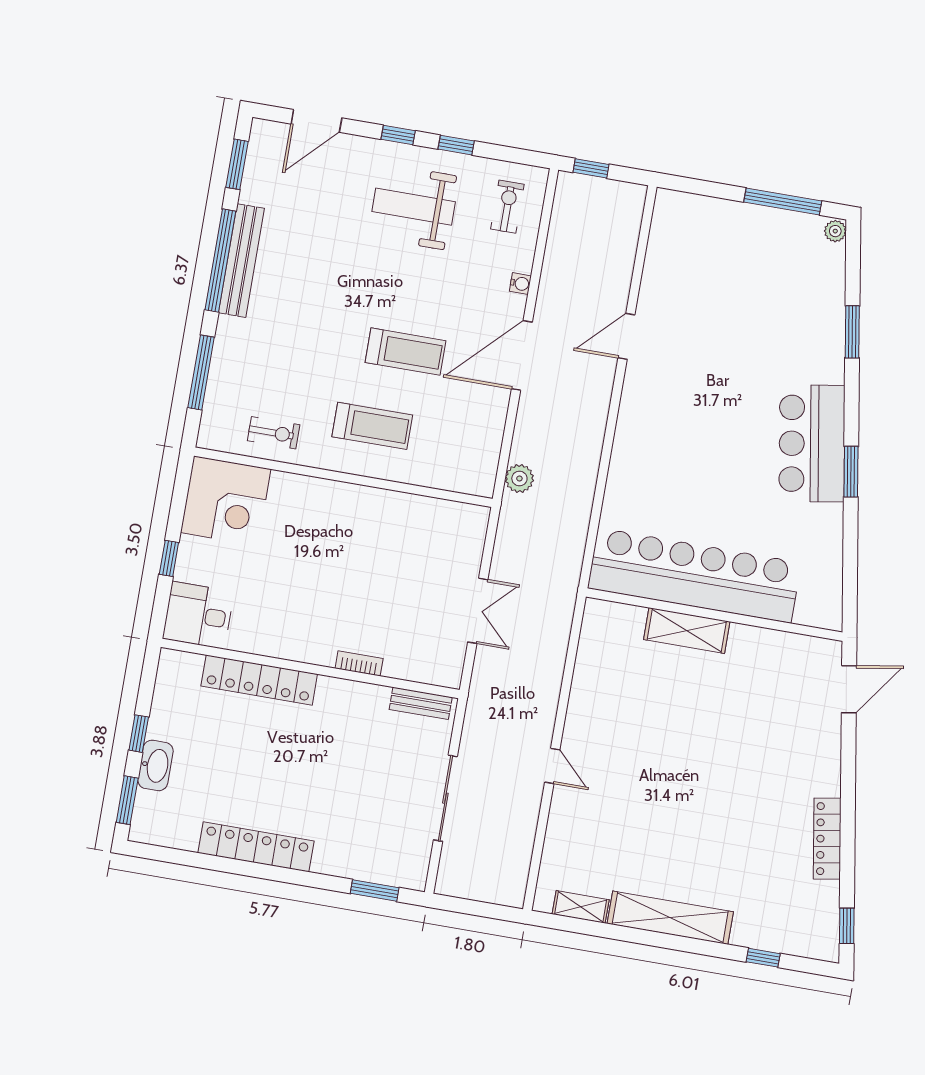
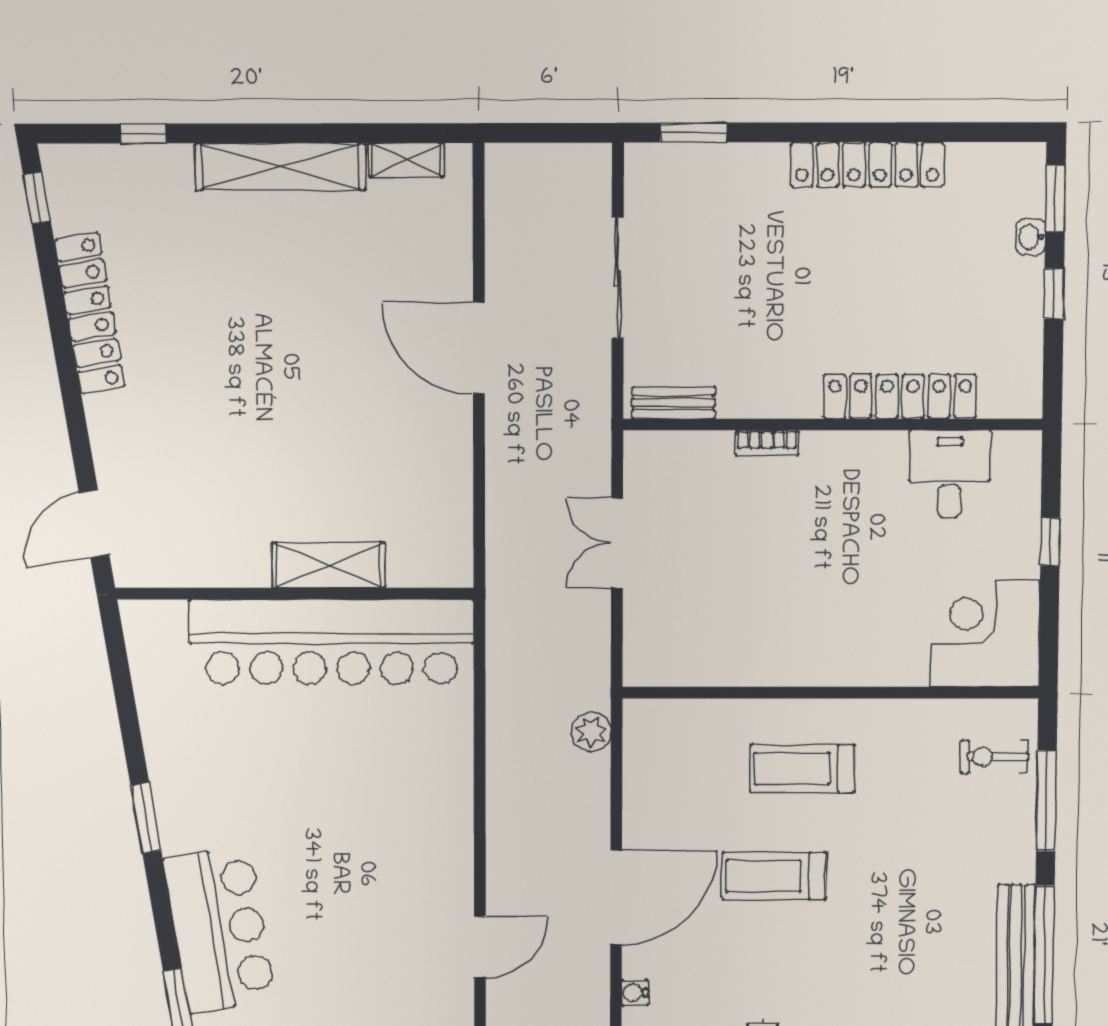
exercise bike: (274, 433) -> (995, 757), moved
bar counter: (812, 443) -> (220, 929), moved
desk: (198, 615) -> (950, 474), moved, turned -90
washbasin: (155, 765) -> (1031, 237), width x0.52, depth x0.69
door: (552, 766) -> (479, 348), width x1.87
locker: (827, 839) -> (90, 313), width x1.41, depth x1.21

